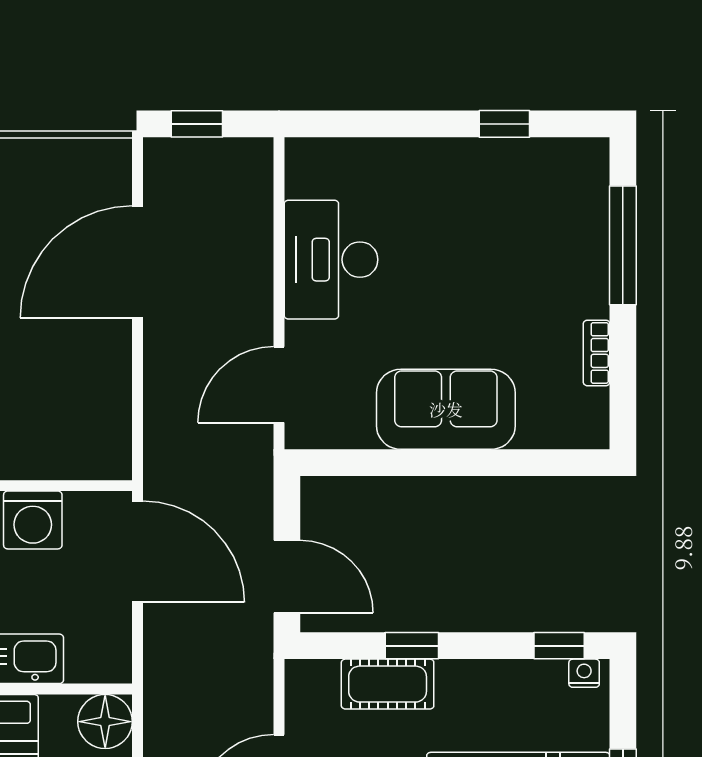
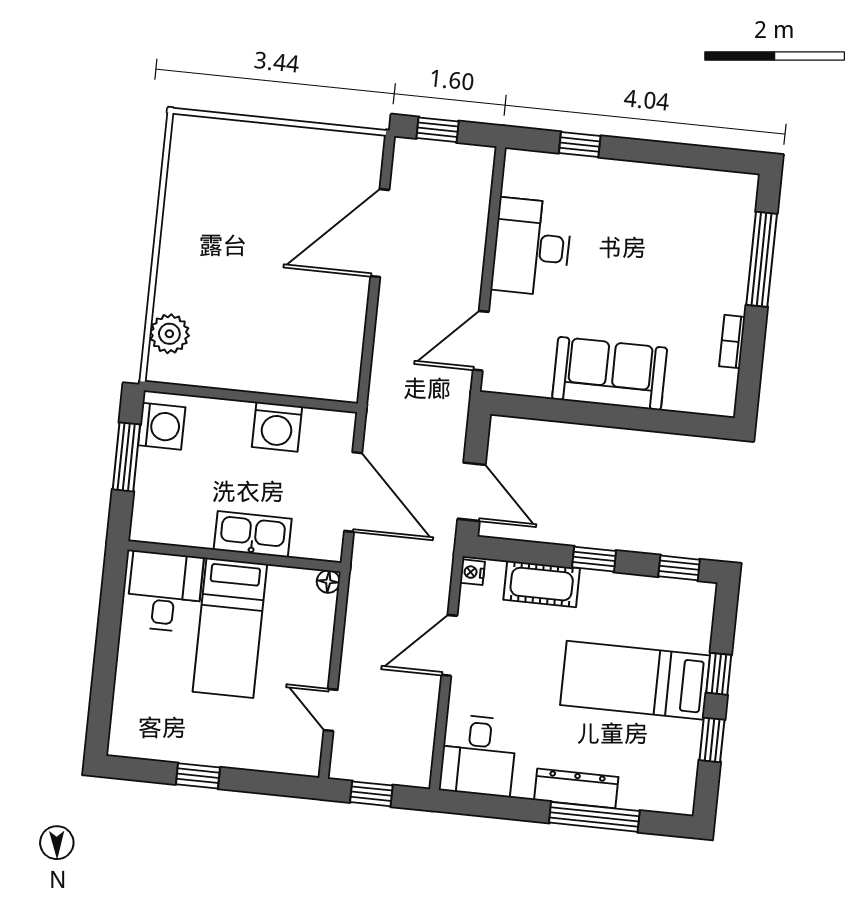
window: (504, 124) -> (580, 144), moved
door: (138, 552) -> (353, 492), moved
window: (412, 646) -> (594, 559), moved
nightstand: (584, 673) -> (472, 572), moved, turned -90
floor lamp: (105, 722) -> (328, 582), width x0.53, depth x0.53

